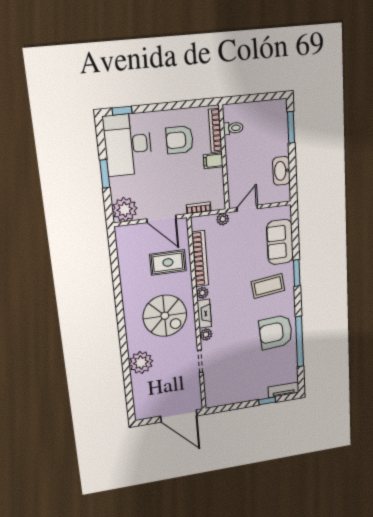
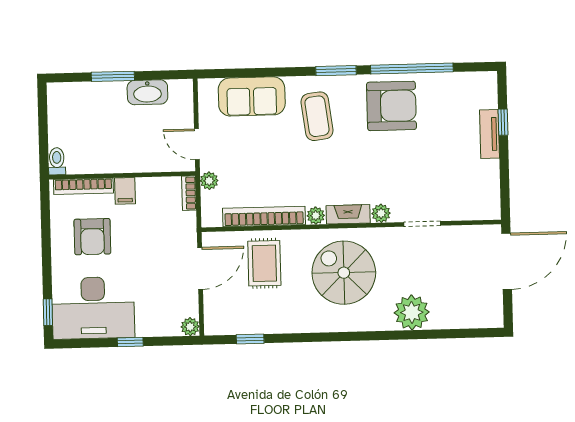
window: (291, 127) -> (113, 76), moved
toilet: (233, 128) -> (57, 161), moved
window: (105, 174) -> (130, 342), width x0.67
bookcase: (199, 208) -> (189, 193), moved
plant: (125, 209) -> (190, 327), width x0.53, depth x0.53
window: (114, 259) -> (250, 339), added
window: (297, 273) -> (336, 71), moved
spiral stairs: (165, 316) -> (344, 273), turned -90
armchair: (276, 332) -> (391, 106), turned -86
tv unit: (284, 390) -> (490, 134), moved

